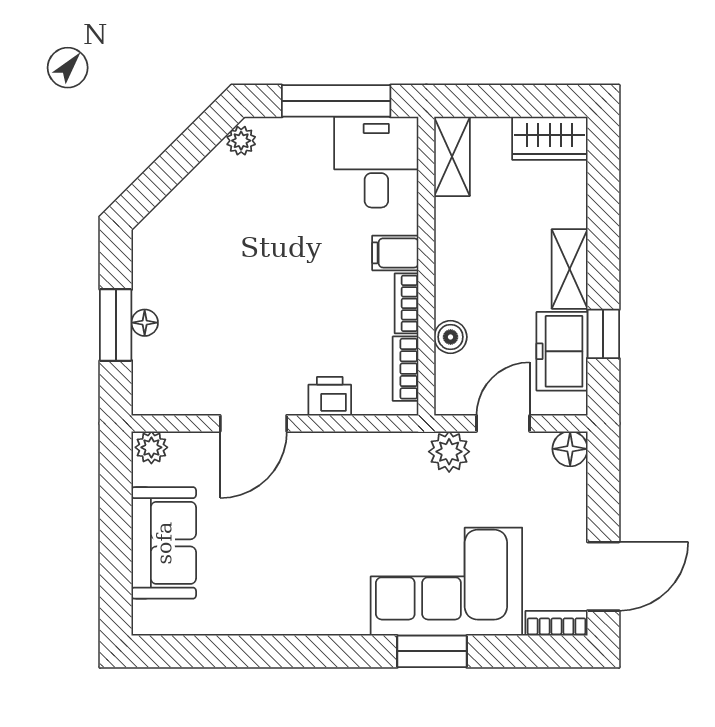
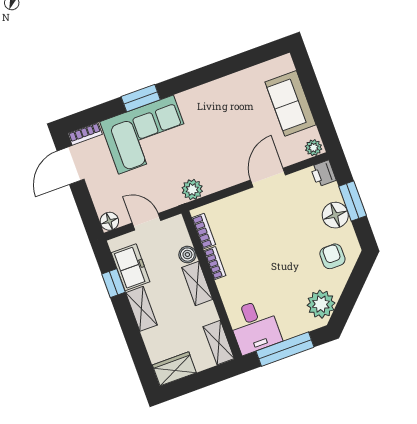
plant: (241, 141) -> (321, 304), width x1.88, depth x1.88
armchair: (189, 238) -> (332, 256), added
filing cabinet: (395, 253) -> (229, 286), removed
shelving: (452, 278) -> (197, 283), added
floor lamp: (145, 323) -> (335, 215), width x1.89, depth x1.89
printer: (330, 396) -> (323, 174), moved, turned 90
door: (503, 423) -> (147, 222), swing flipped
plant: (449, 452) -> (192, 190), moved

